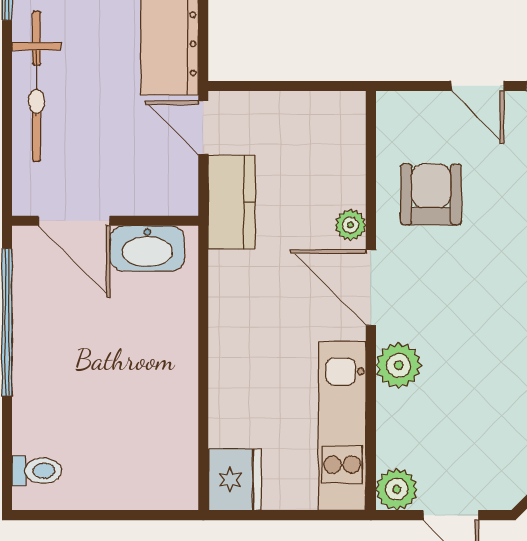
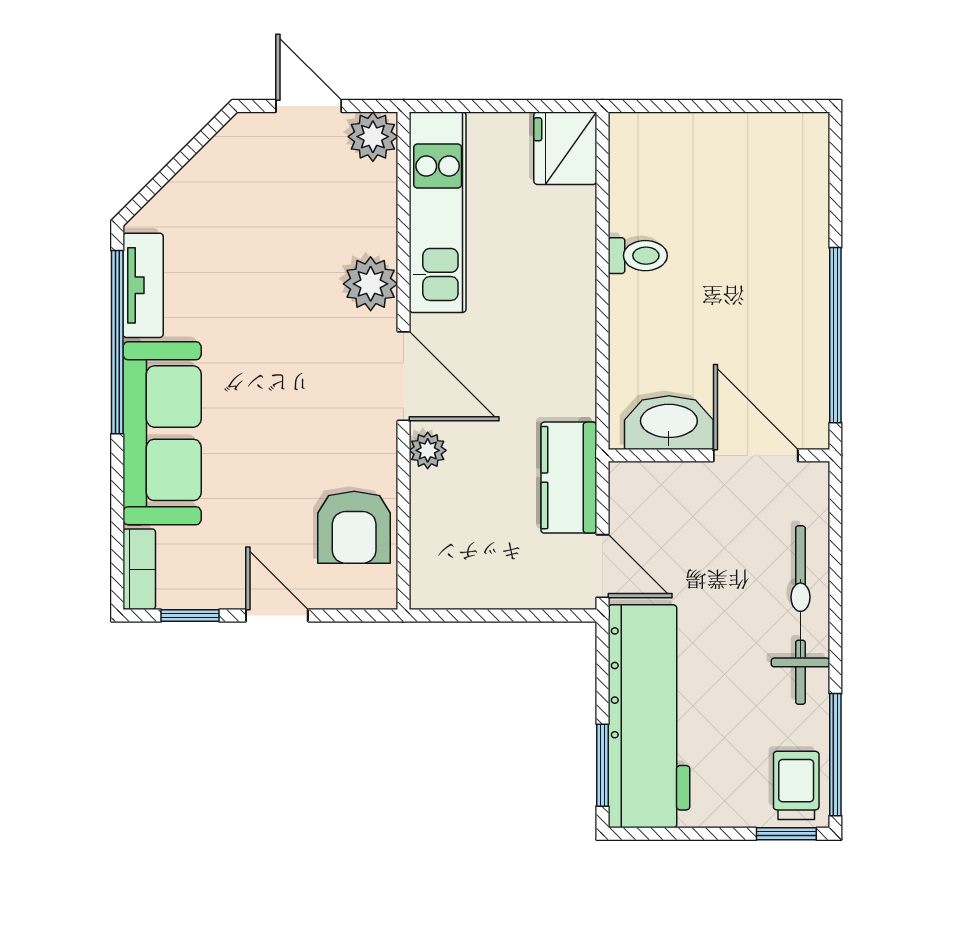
armchair: (431, 194) -> (354, 527), moved
toilet: (37, 471) -> (638, 256), moved, turned 180

